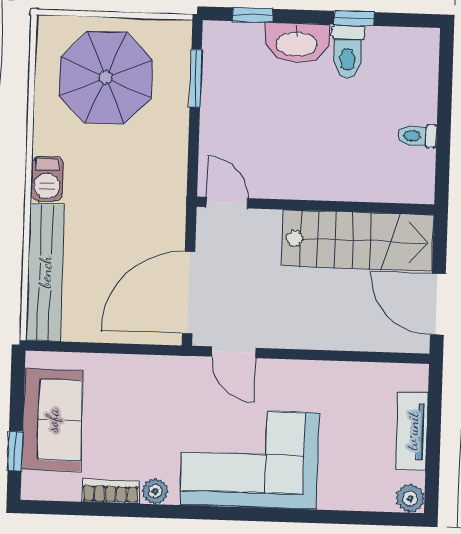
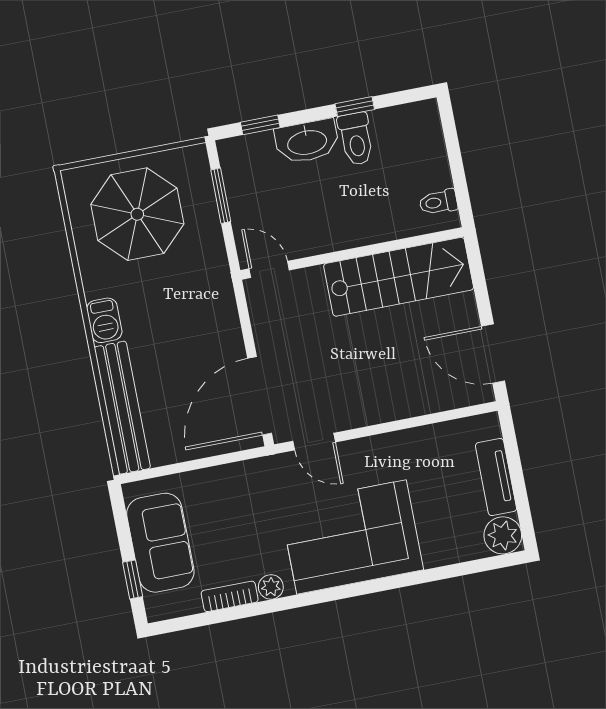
door: (227, 203) -> (269, 269), moved
wall: (315, 206) -> (352, 253), moved
stairs: (358, 240) -> (399, 277), moved
plant: (410, 498) -> (503, 535), width x1.38, depth x1.38

